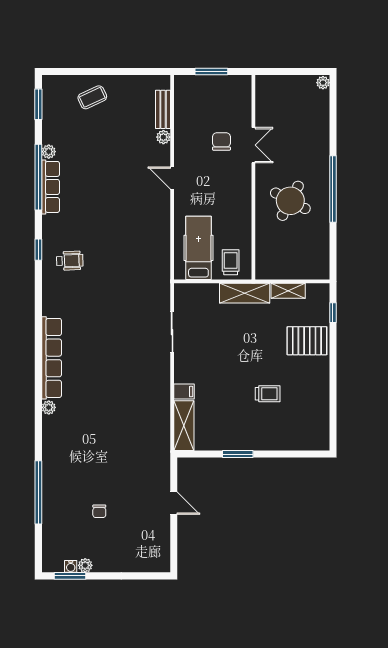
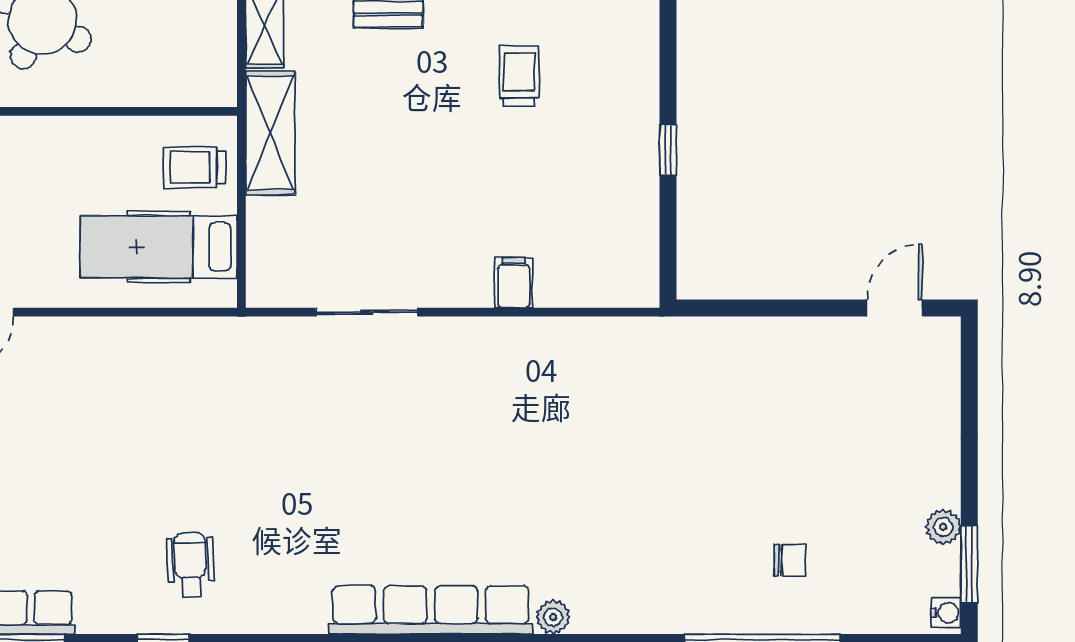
shelving: (184, 426) -> (598, 283), removed
window: (238, 454) -> (668, 150), width x0.67
door: (174, 503) -> (894, 308), moved
chair: (99, 511) -> (790, 560), moved
water cooler: (71, 566) -> (946, 613), moved

